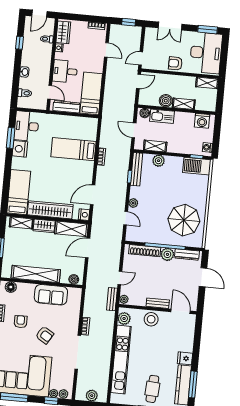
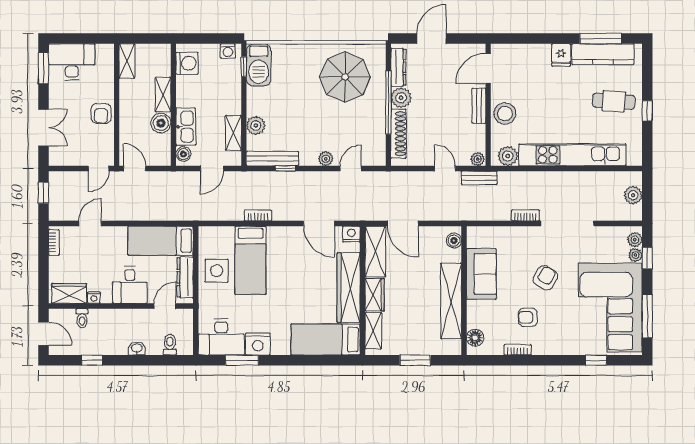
desk: (206, 53) -> (72, 62), width x0.73, depth x0.77
door: (141, 58) -> (99, 168), hinge flipped
side table: (69, 127) -> (217, 271), added

